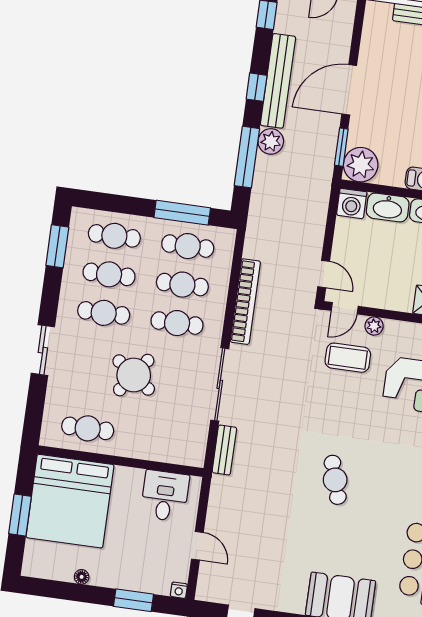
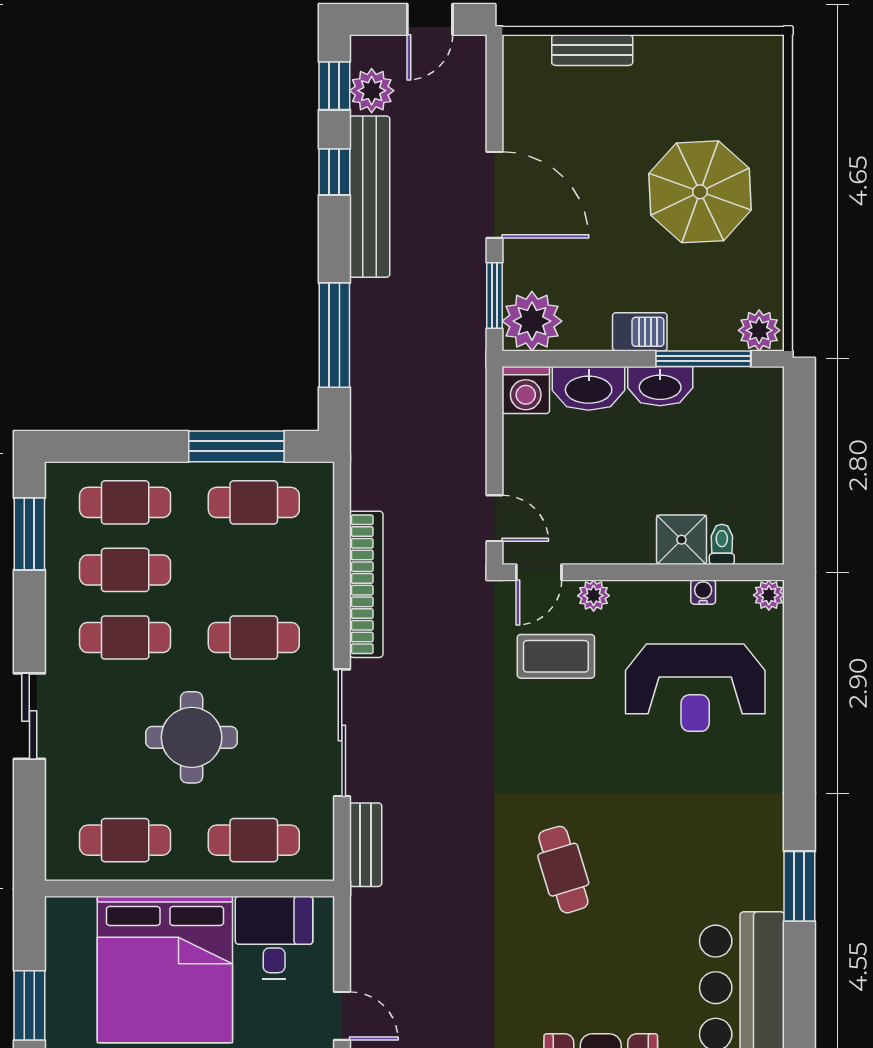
window: (257, 87) -> (334, 172), moved
door: (349, 90) -> (494, 195), swing flipped
plant: (271, 141) -> (372, 91), moved
cafe table: (182, 285) -> (254, 840), moved
round table: (134, 375) -> (192, 737), turned -36
bed: (70, 501) -> (165, 970), moved

